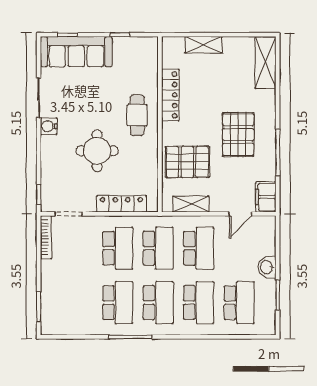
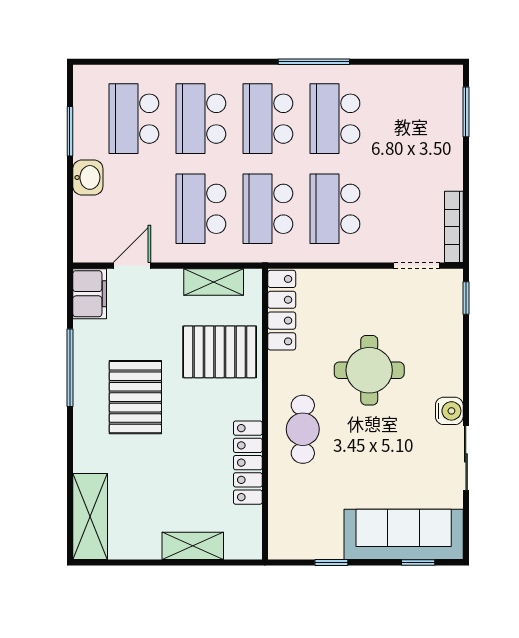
locker: (121, 204) -> (282, 310), moved, turned -90

